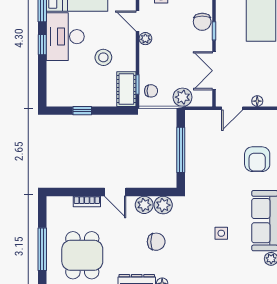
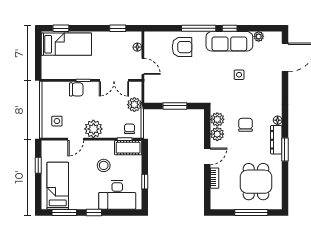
desk: (65, 37) -> (117, 195), moved
plant: (145, 39) -> (93, 129), width x1.88, depth x1.88
window: (181, 150) -> (175, 106), width x0.69
dining table: (82, 255) -> (256, 182), turned 90

